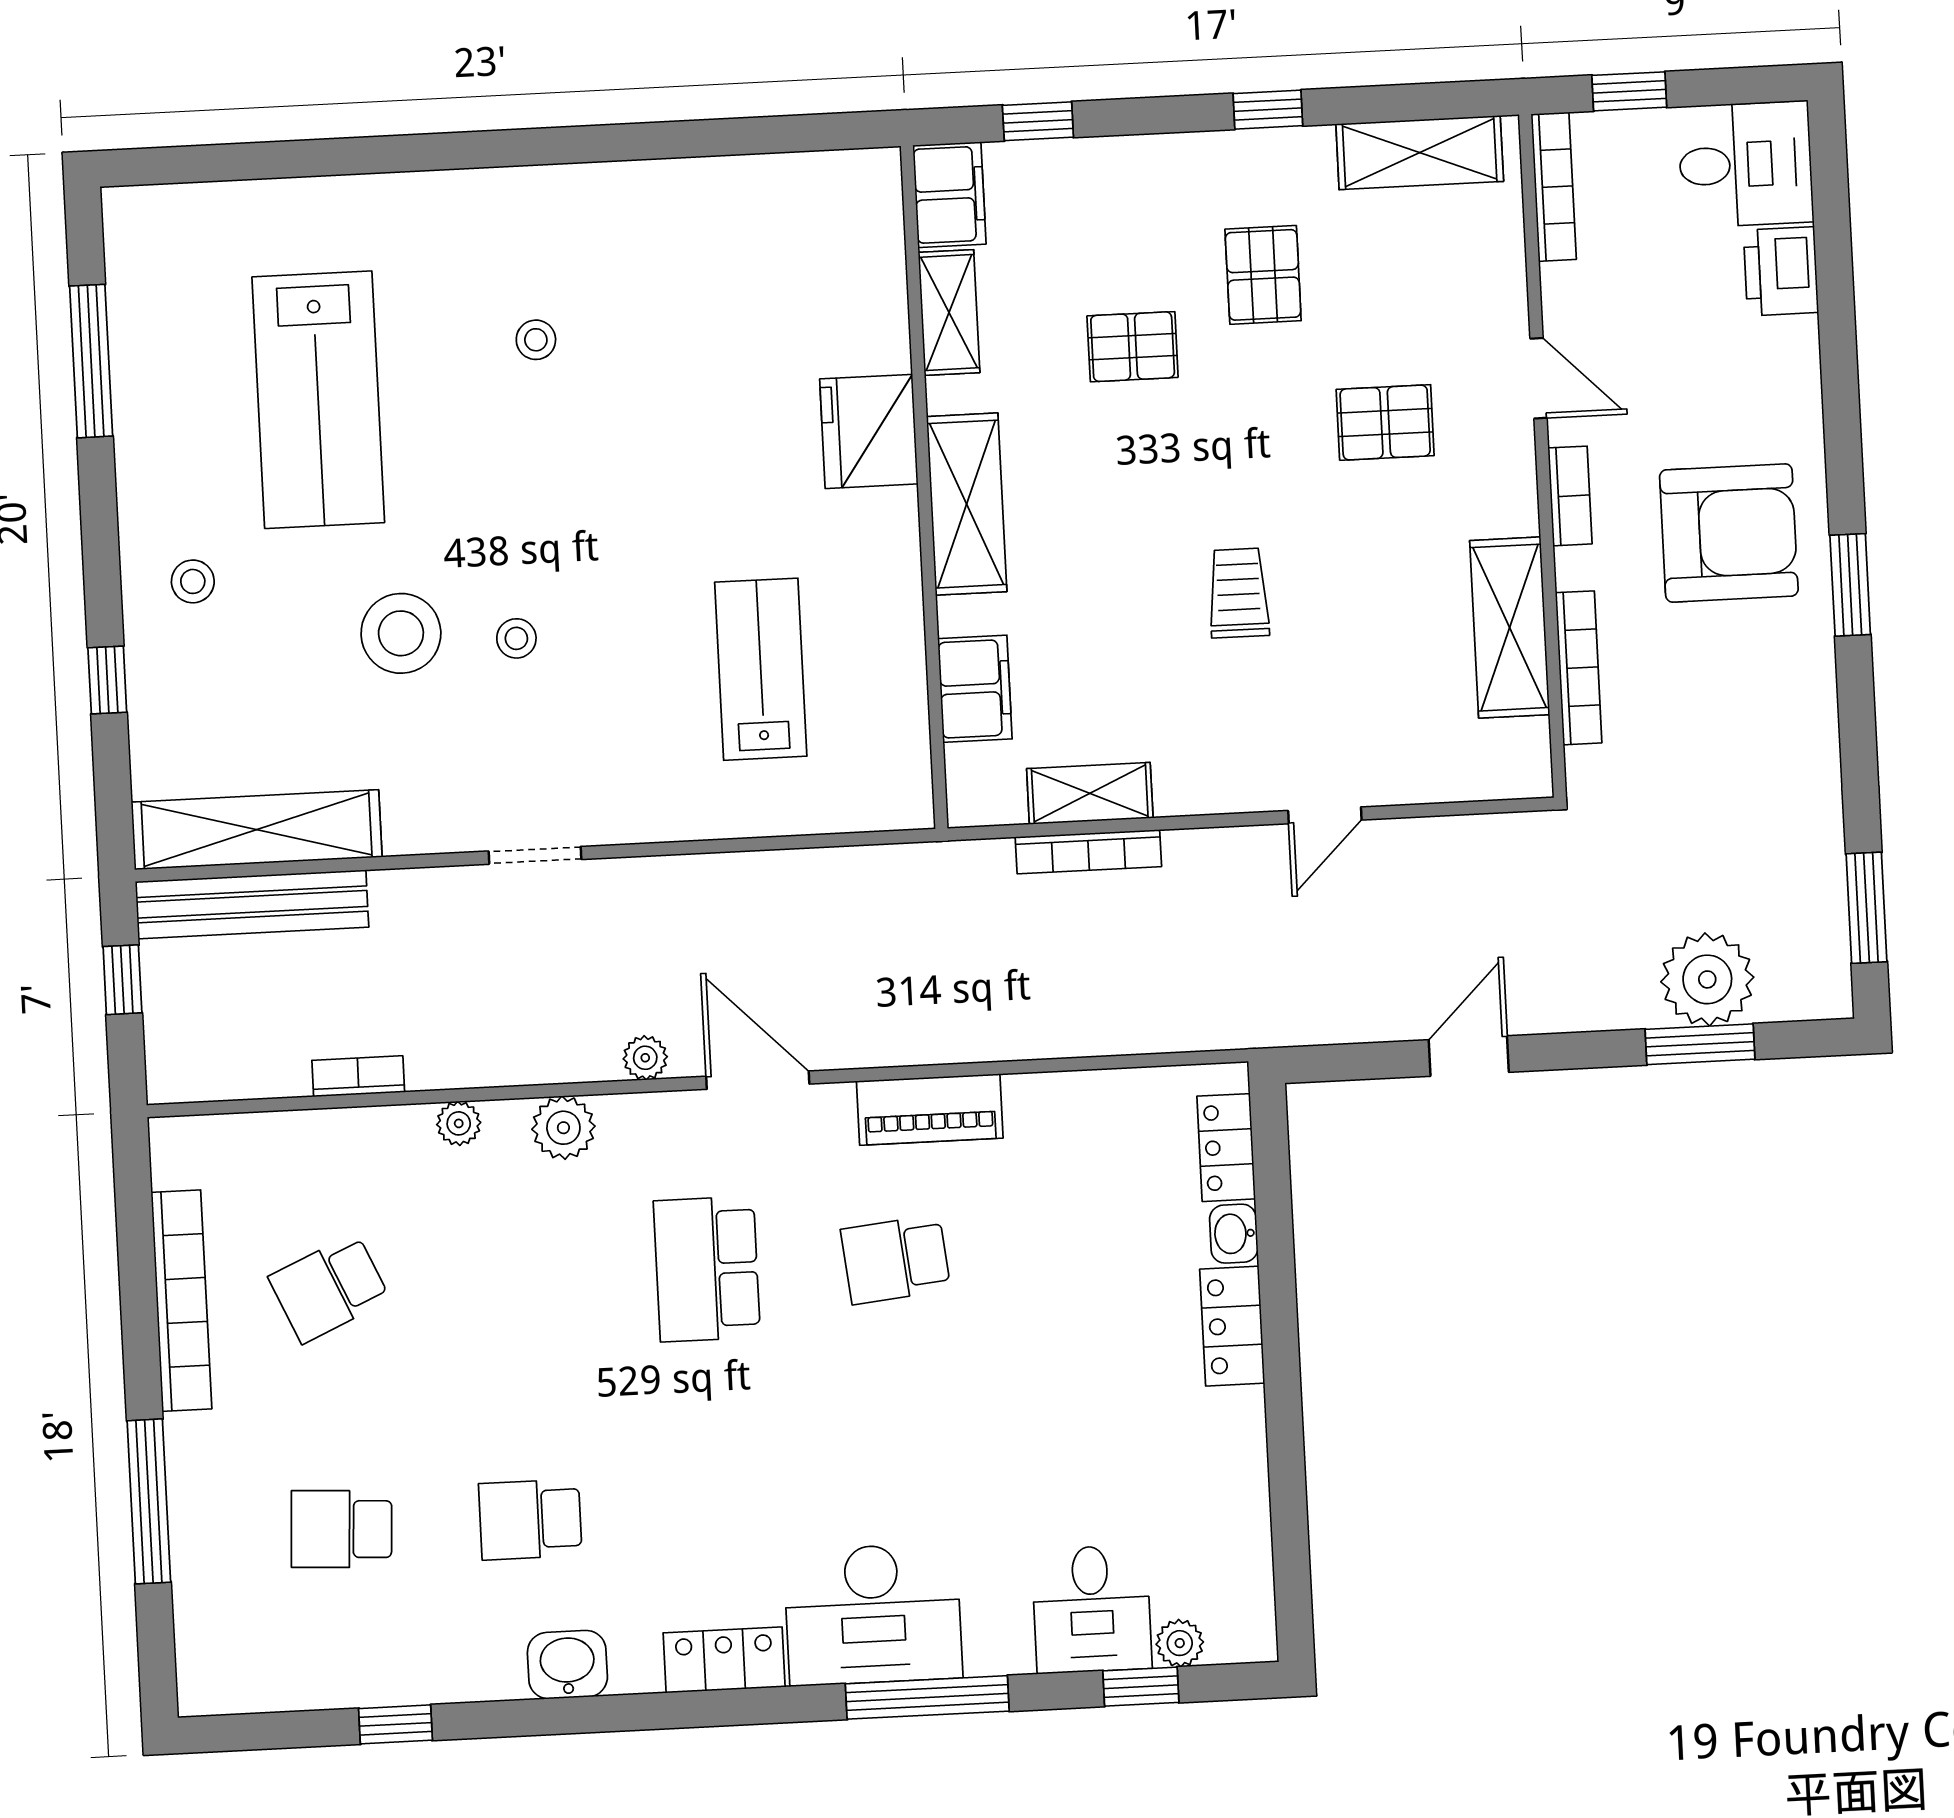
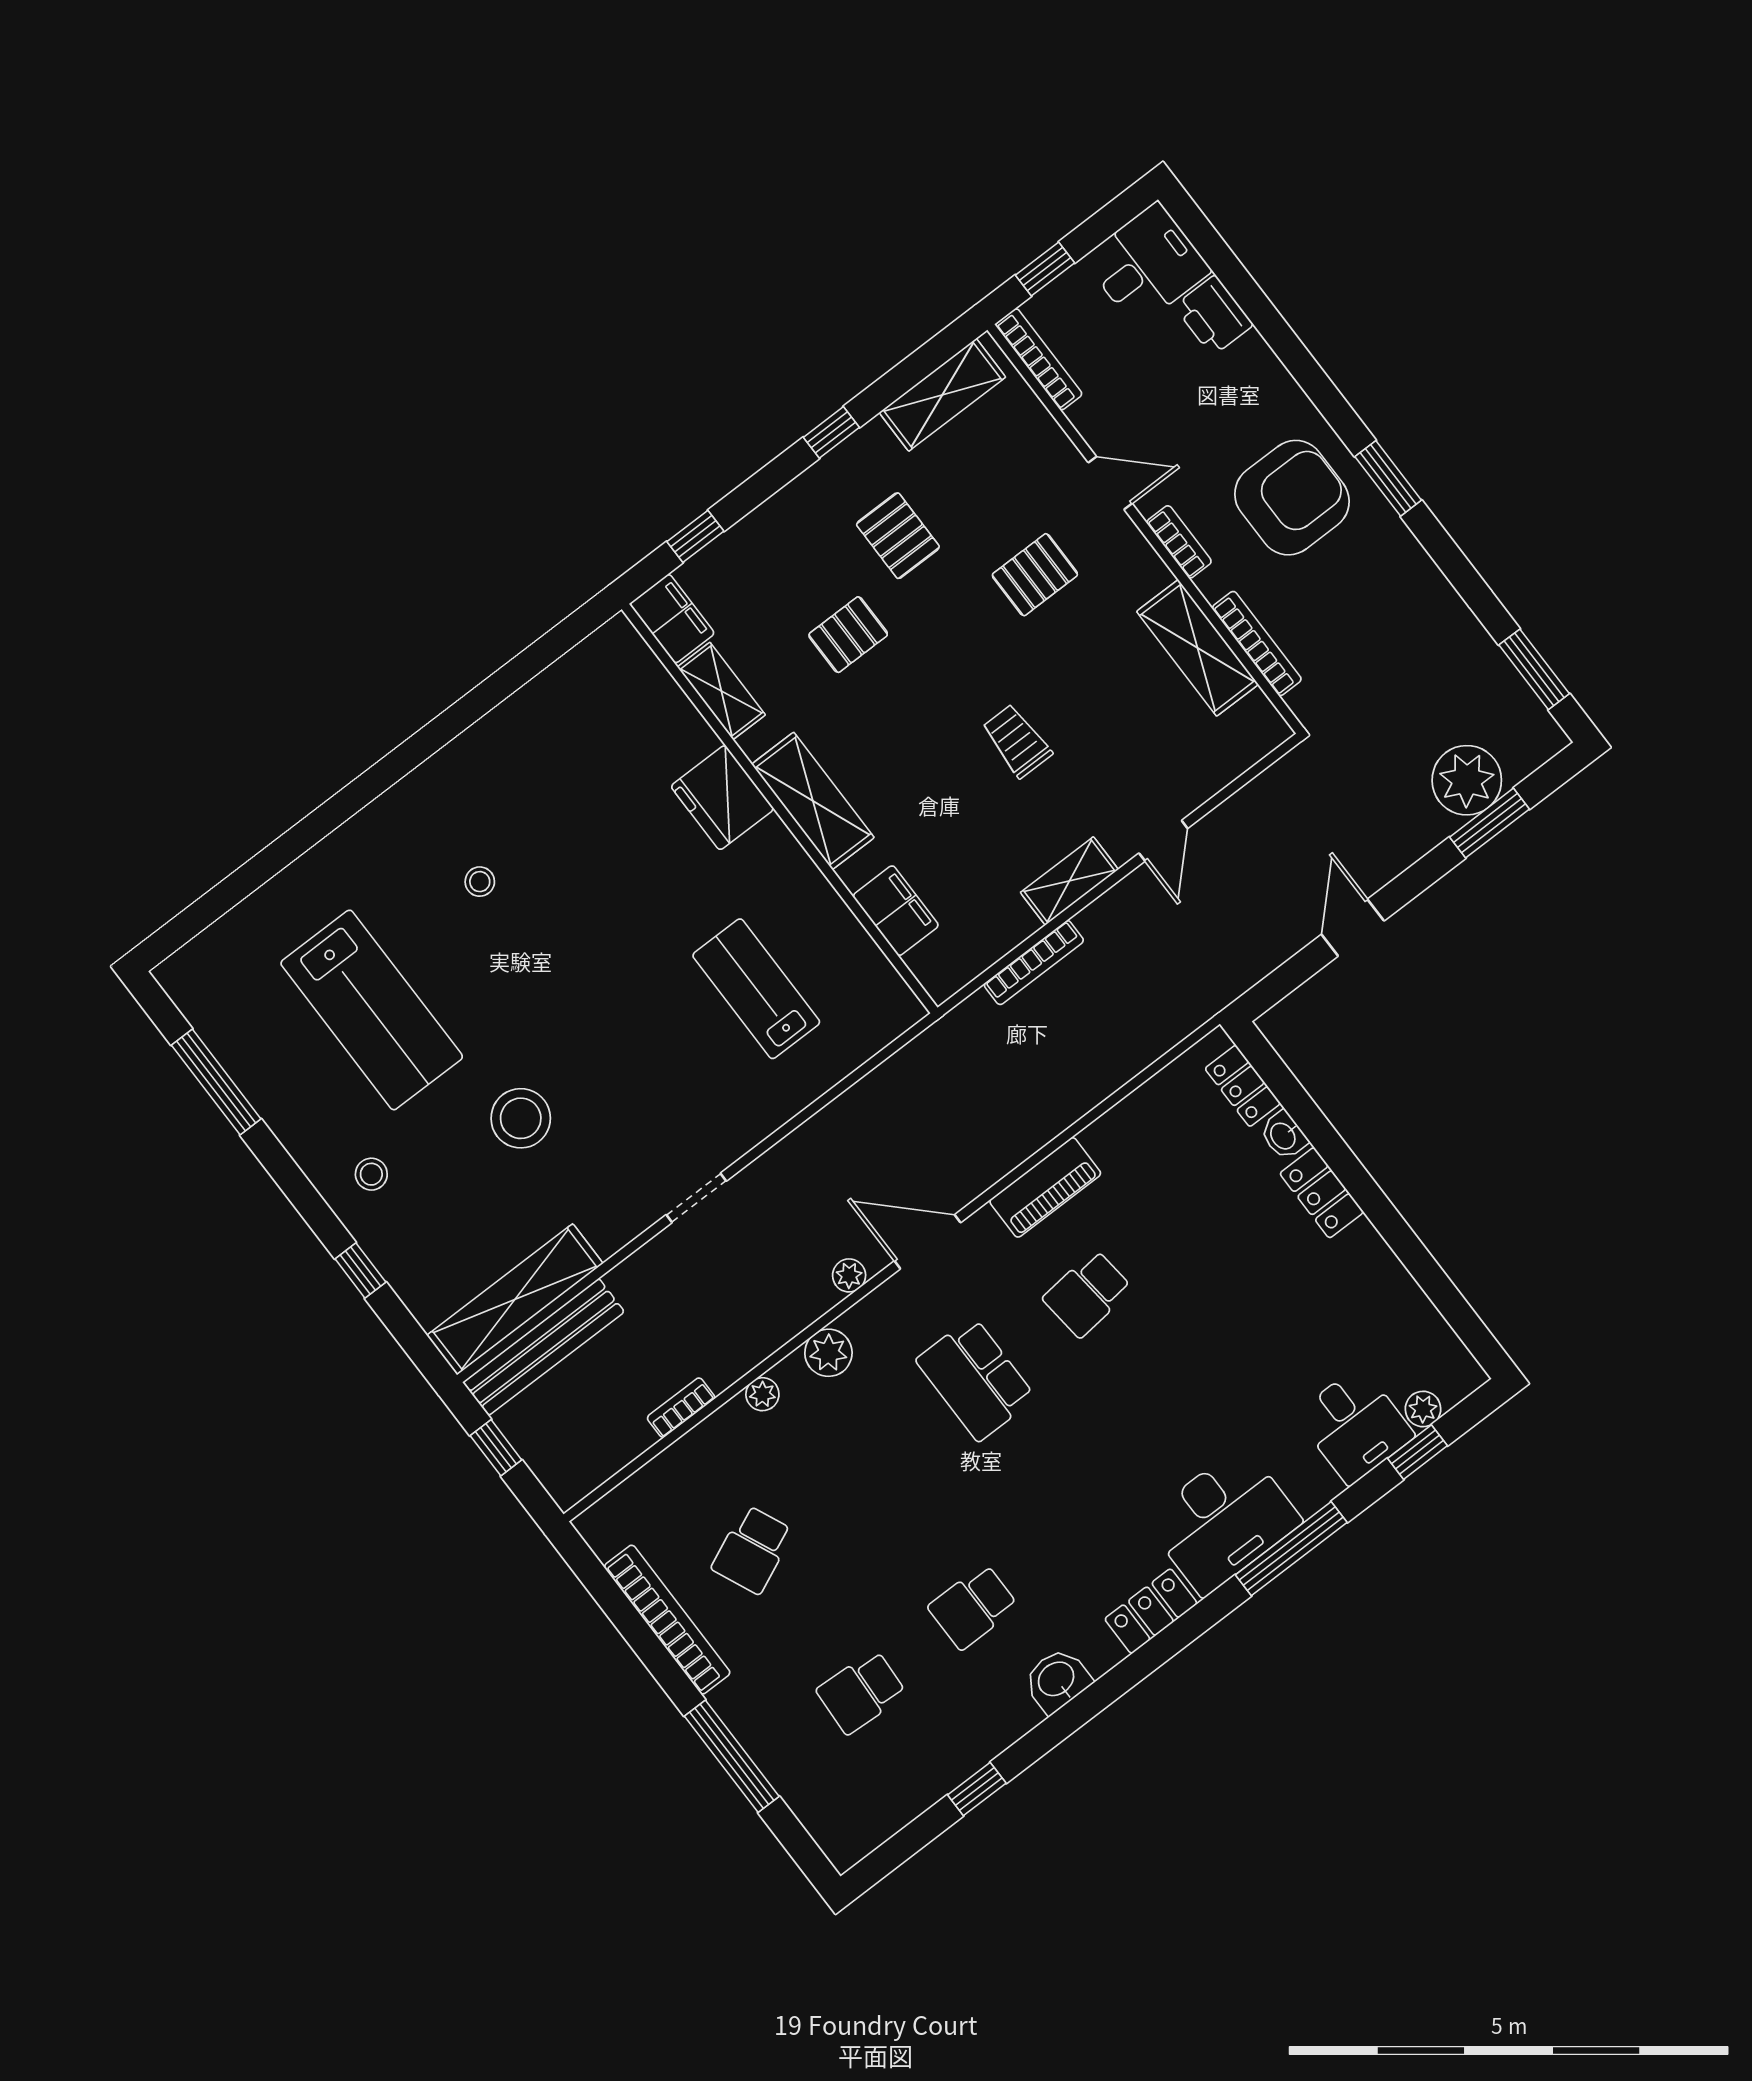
stool: (516, 638) -> (594, 1073), removed
shelving: (1090, 793) -> (1069, 881), moved

